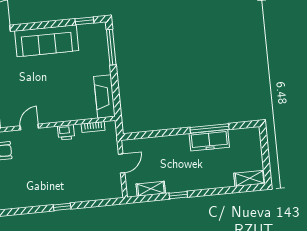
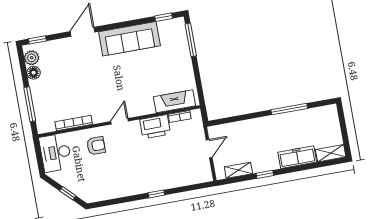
fireplace: (104, 96) -> (175, 101), moved, turned 90
printer: (66, 132) -> (155, 127), width x1.87, depth x1.48
freezer: (209, 140) -> (297, 157), moved, turned 180

